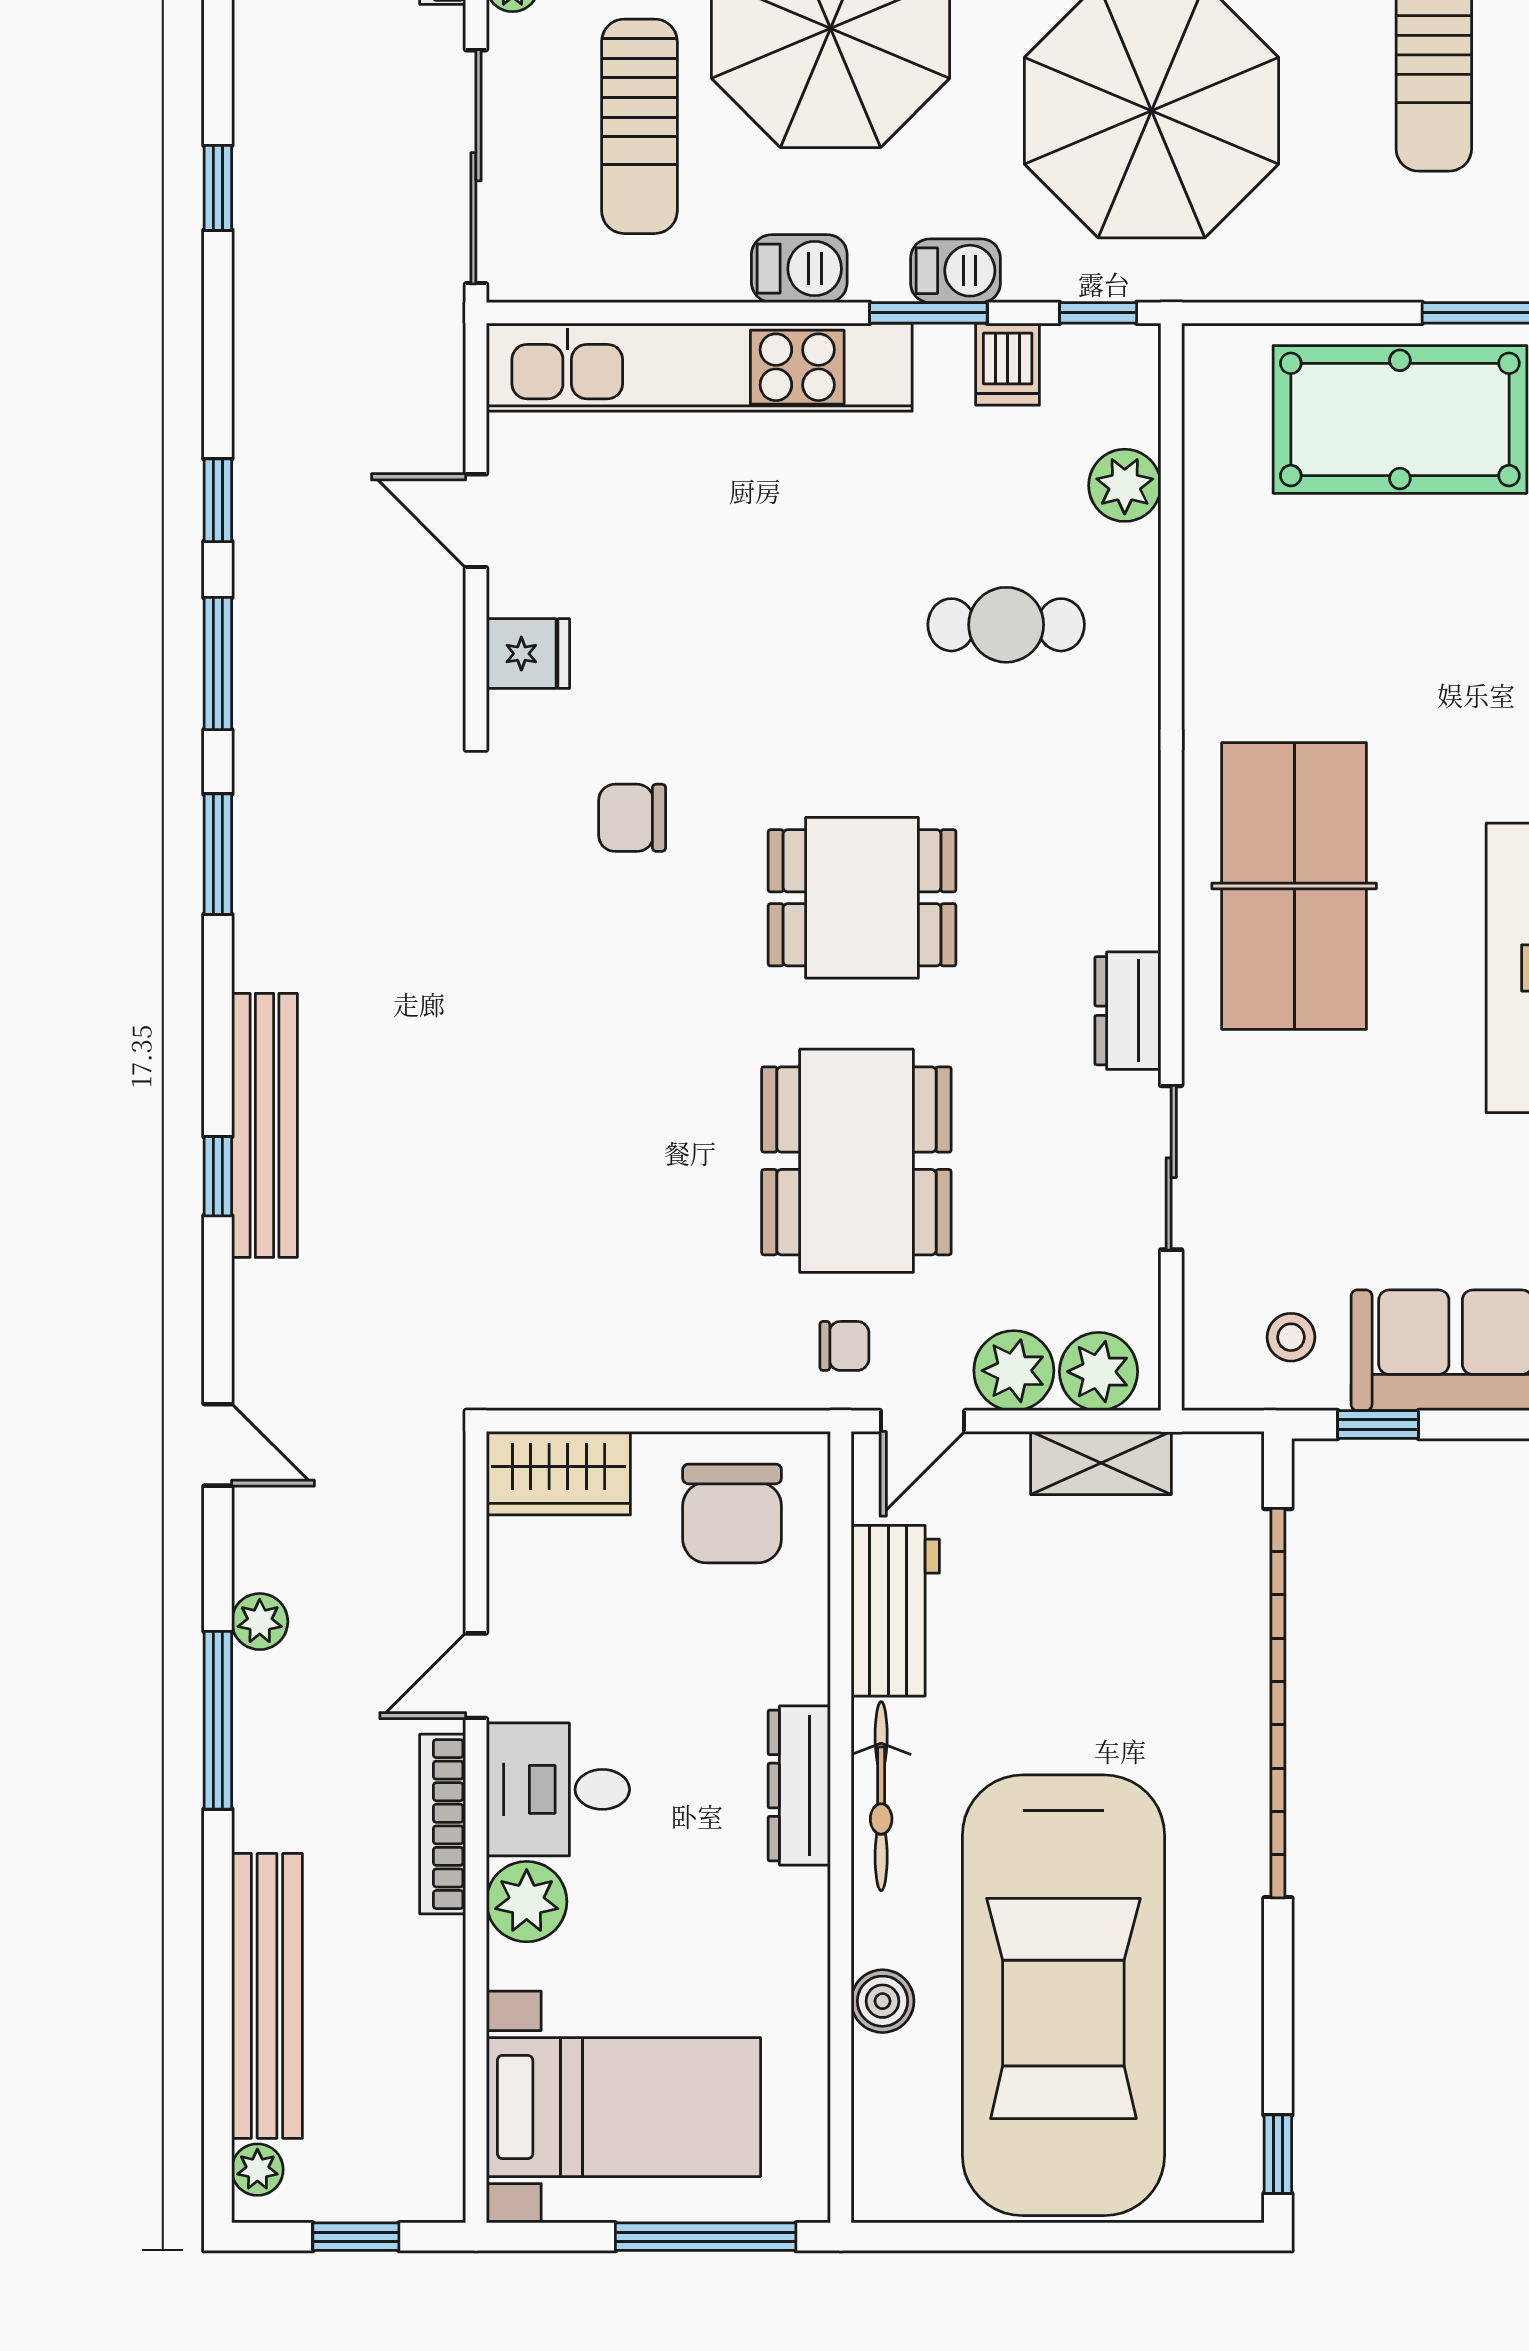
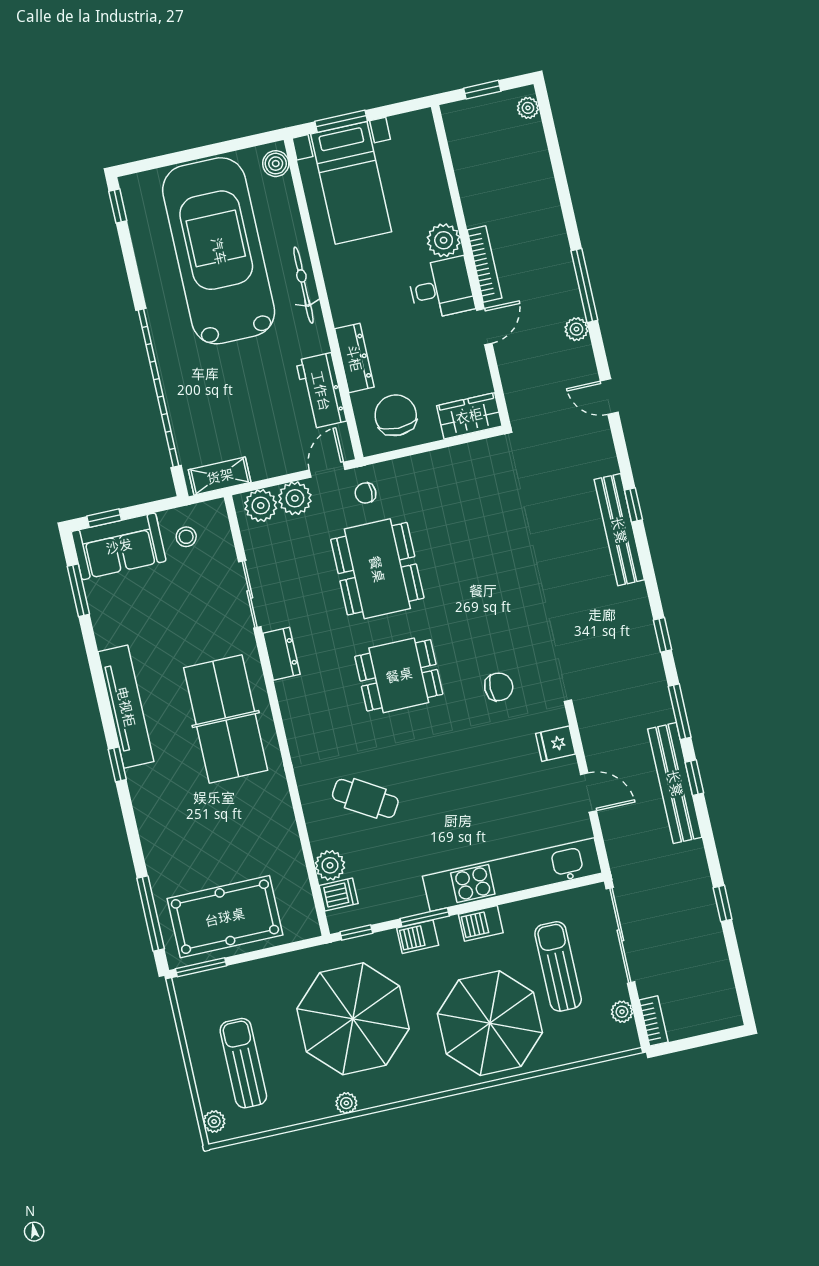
dishwasher: (1008, 364) -> (339, 895), moved, turned 90
cafe table: (1006, 625) -> (365, 798), turned 31
window: (218, 854) -> (662, 635), width x0.67
window: (1378, 1425) -> (104, 518), moved
shelving: (1101, 1463) -> (220, 476), moved
dresser: (799, 1785) -> (354, 358), moved
bicycle: (881, 1796) -> (303, 285), moved
bench: (267, 1996) -> (675, 783), moved
boiler: (883, 2001) -> (276, 164), moved
bed with nightstands: (623, 2107) -> (351, 183), moved, turned -90
window: (706, 2237) -> (341, 121), width x0.69

